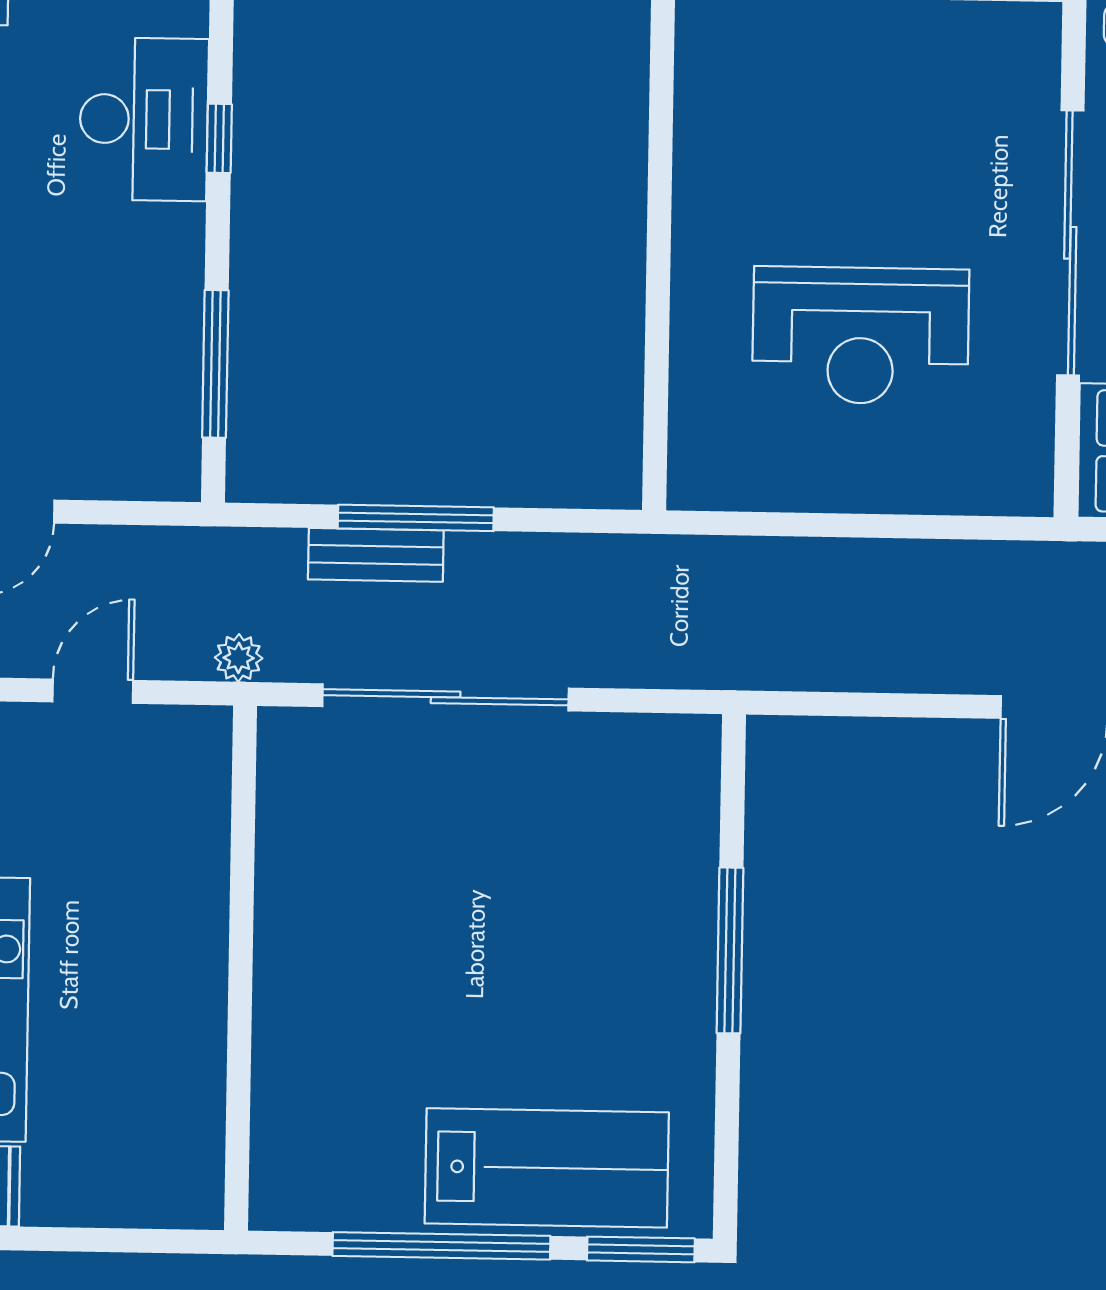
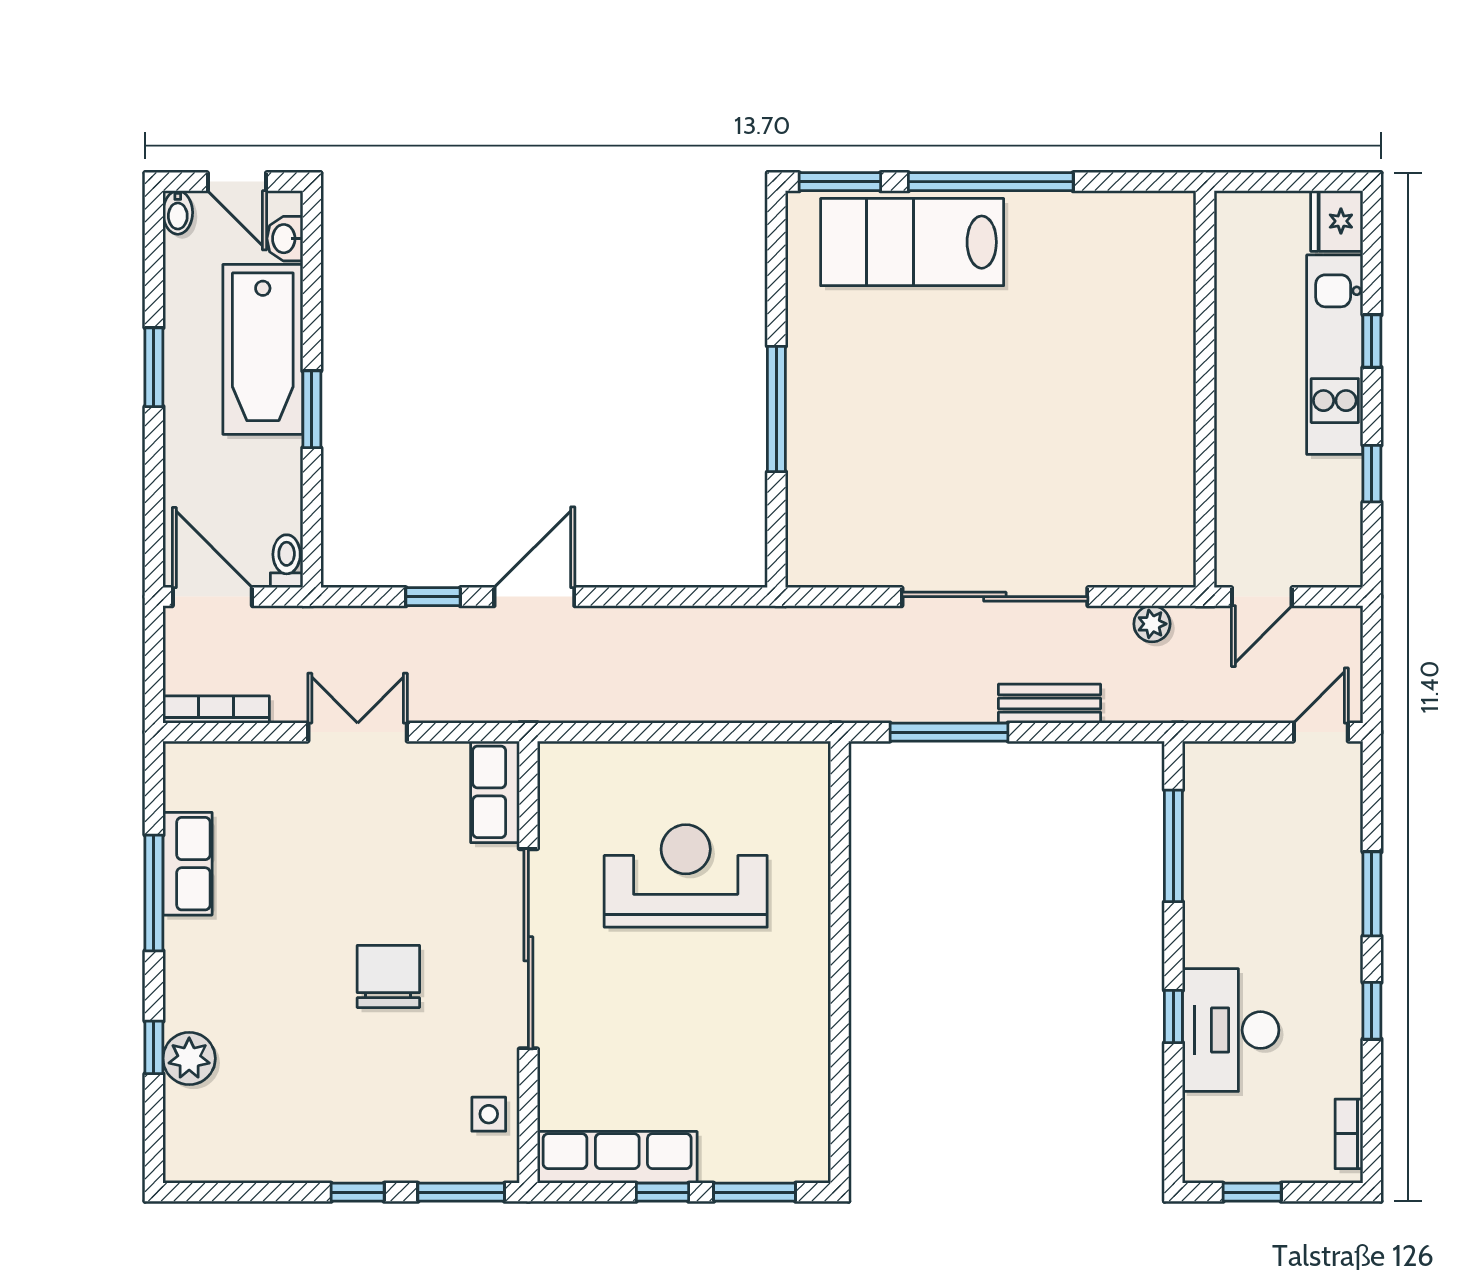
window: (416, 518) -> (949, 732), moved
wall: (241, 968) -> (1205, 389), moved

